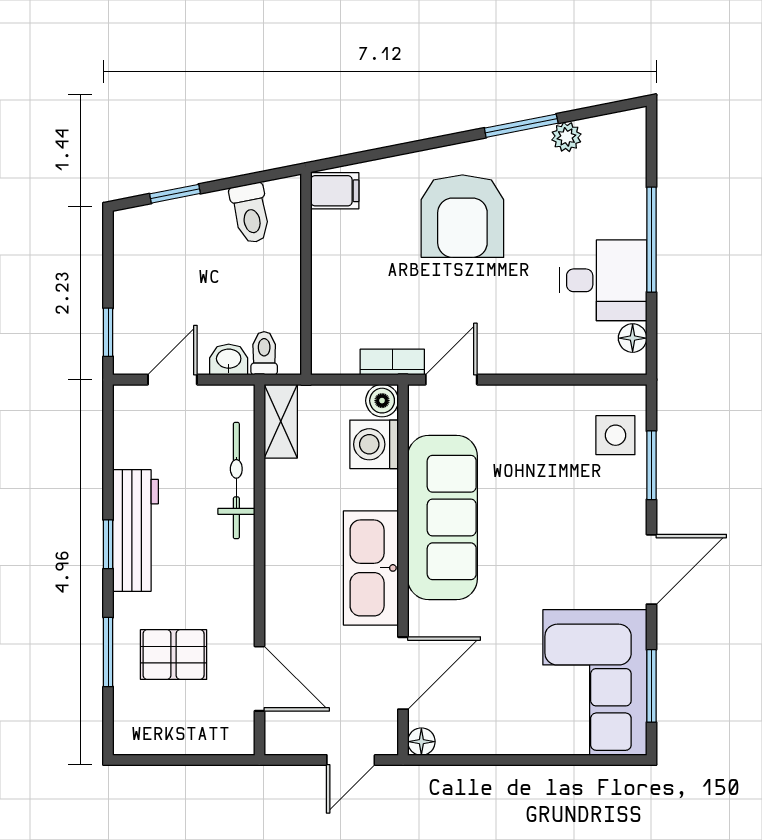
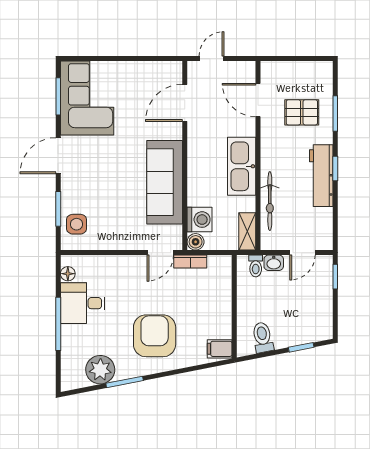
plant: (566, 137) -> (100, 370), width x1.87, depth x1.87
kitchen sink: (371, 568) -> (242, 166), moved, turned 180
floor lamp: (421, 742) -> (175, 68), removed

